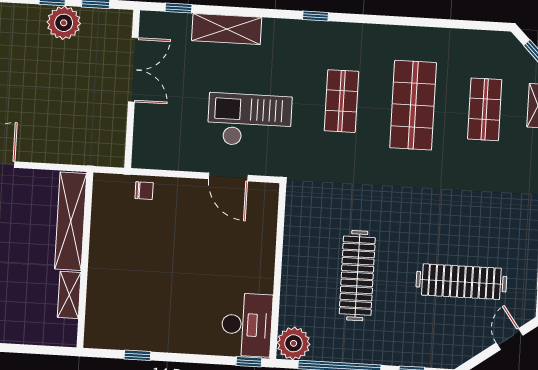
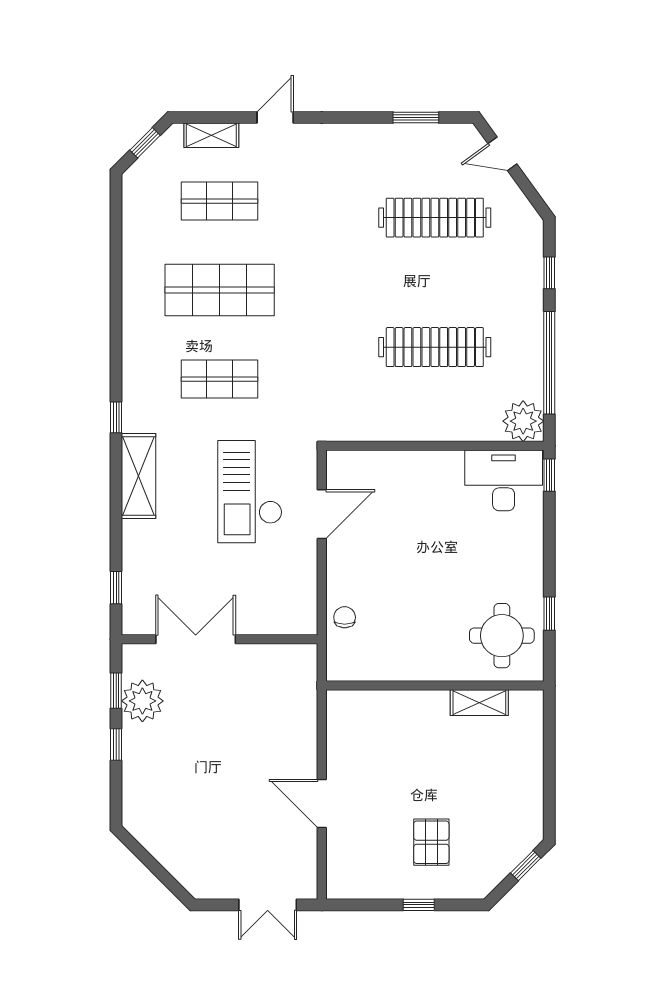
plant: (64, 23) -> (142, 701), moved
shelving: (227, 29) -> (139, 476), moved
shelving: (71, 221) -> (388, 706), removed
clothes rail: (461, 282) -> (435, 218), turned 90
round table: (122, 316) -> (502, 636), added

